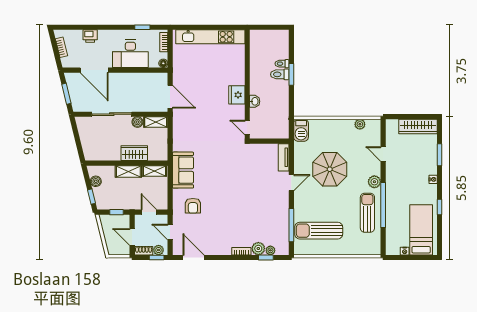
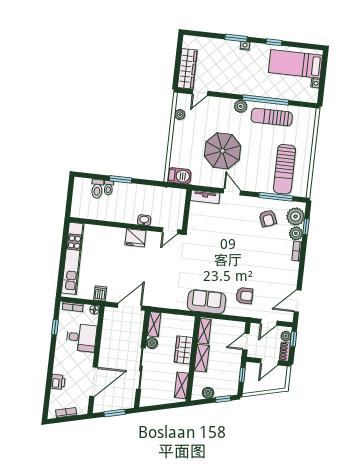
desk: (130, 54) -> (81, 338), width x0.73
dishwasher: (180, 67) -> (100, 293), added
toilet: (280, 74) -> (97, 189), moved
wardrobe: (418, 126) -> (187, 69), moved
door: (383, 154) -> (200, 93), moved
shelving: (100, 155) -> (182, 385), added
window: (439, 155) -> (236, 38), moved
armchair: (270, 220) -> (268, 218), added
plant: (270, 250) -> (296, 216), width x1.88, depth x1.88

